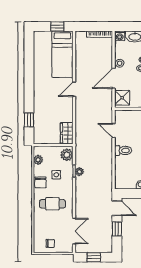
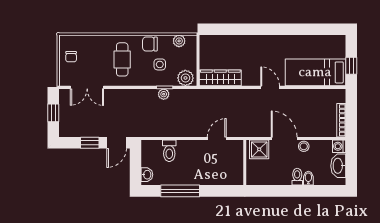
window: (29, 120) -> (230, 29), removed
wardrobe: (67, 133) -> (220, 78), width x1.50
toilet: (123, 150) -> (169, 151), moved

